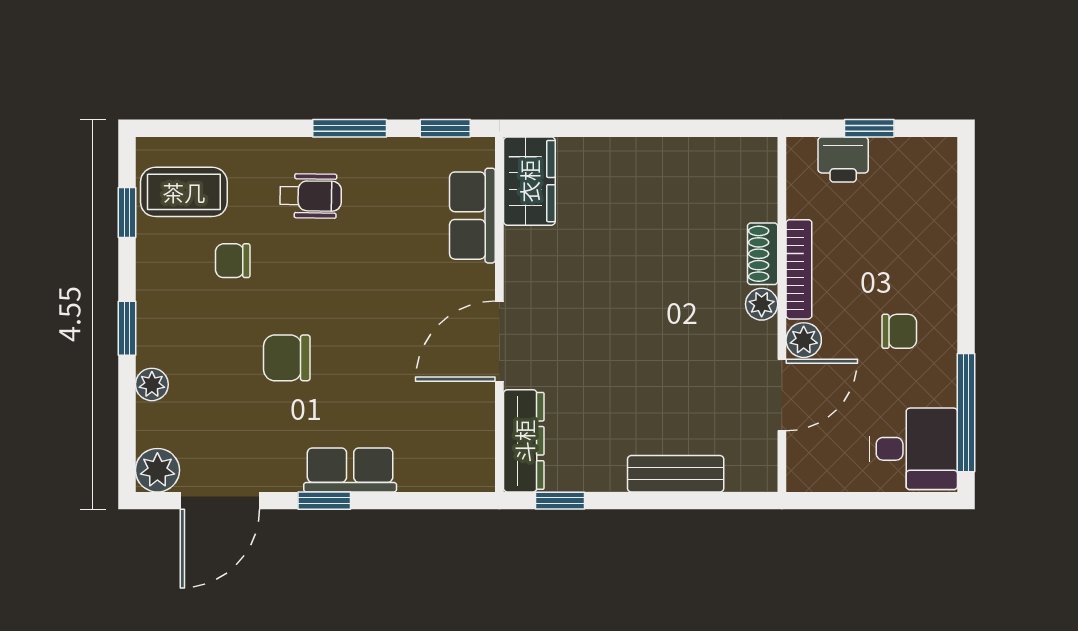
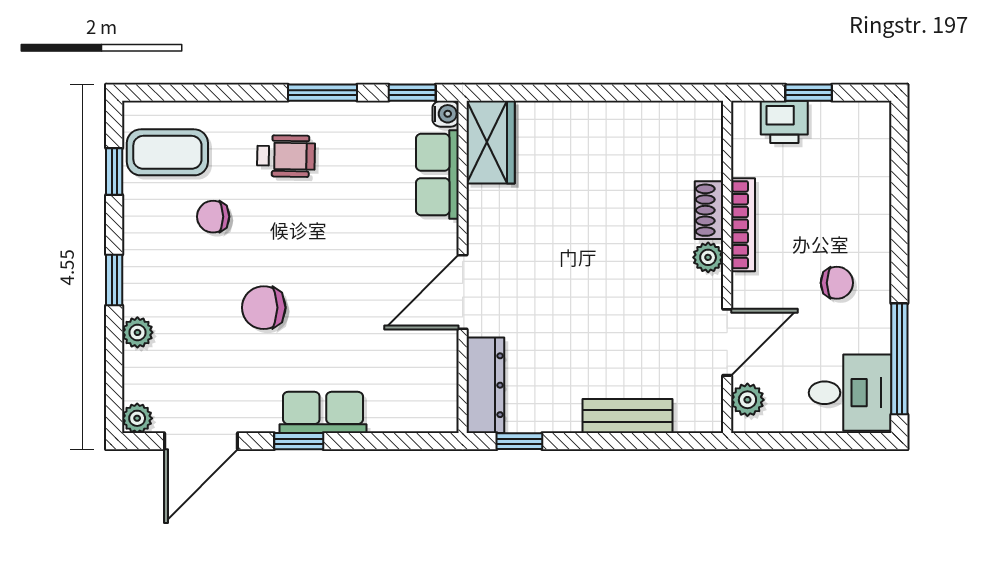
water cooler: (481, 151) -> (446, 114), added
plant: (804, 340) -> (747, 400), moved
plant: (157, 470) -> (137, 418), width x0.73, depth x0.73

